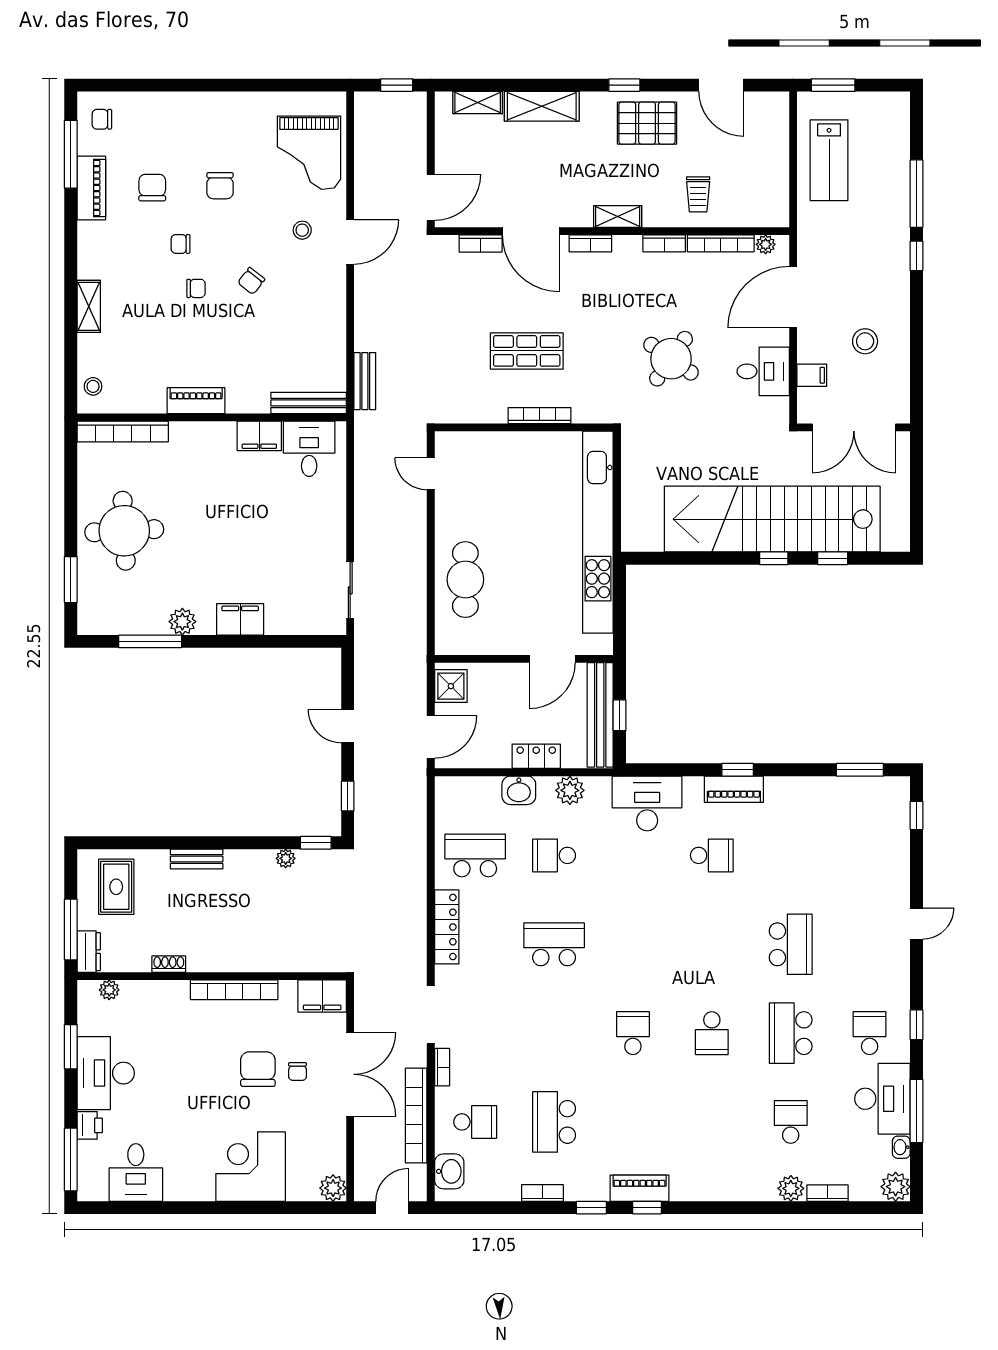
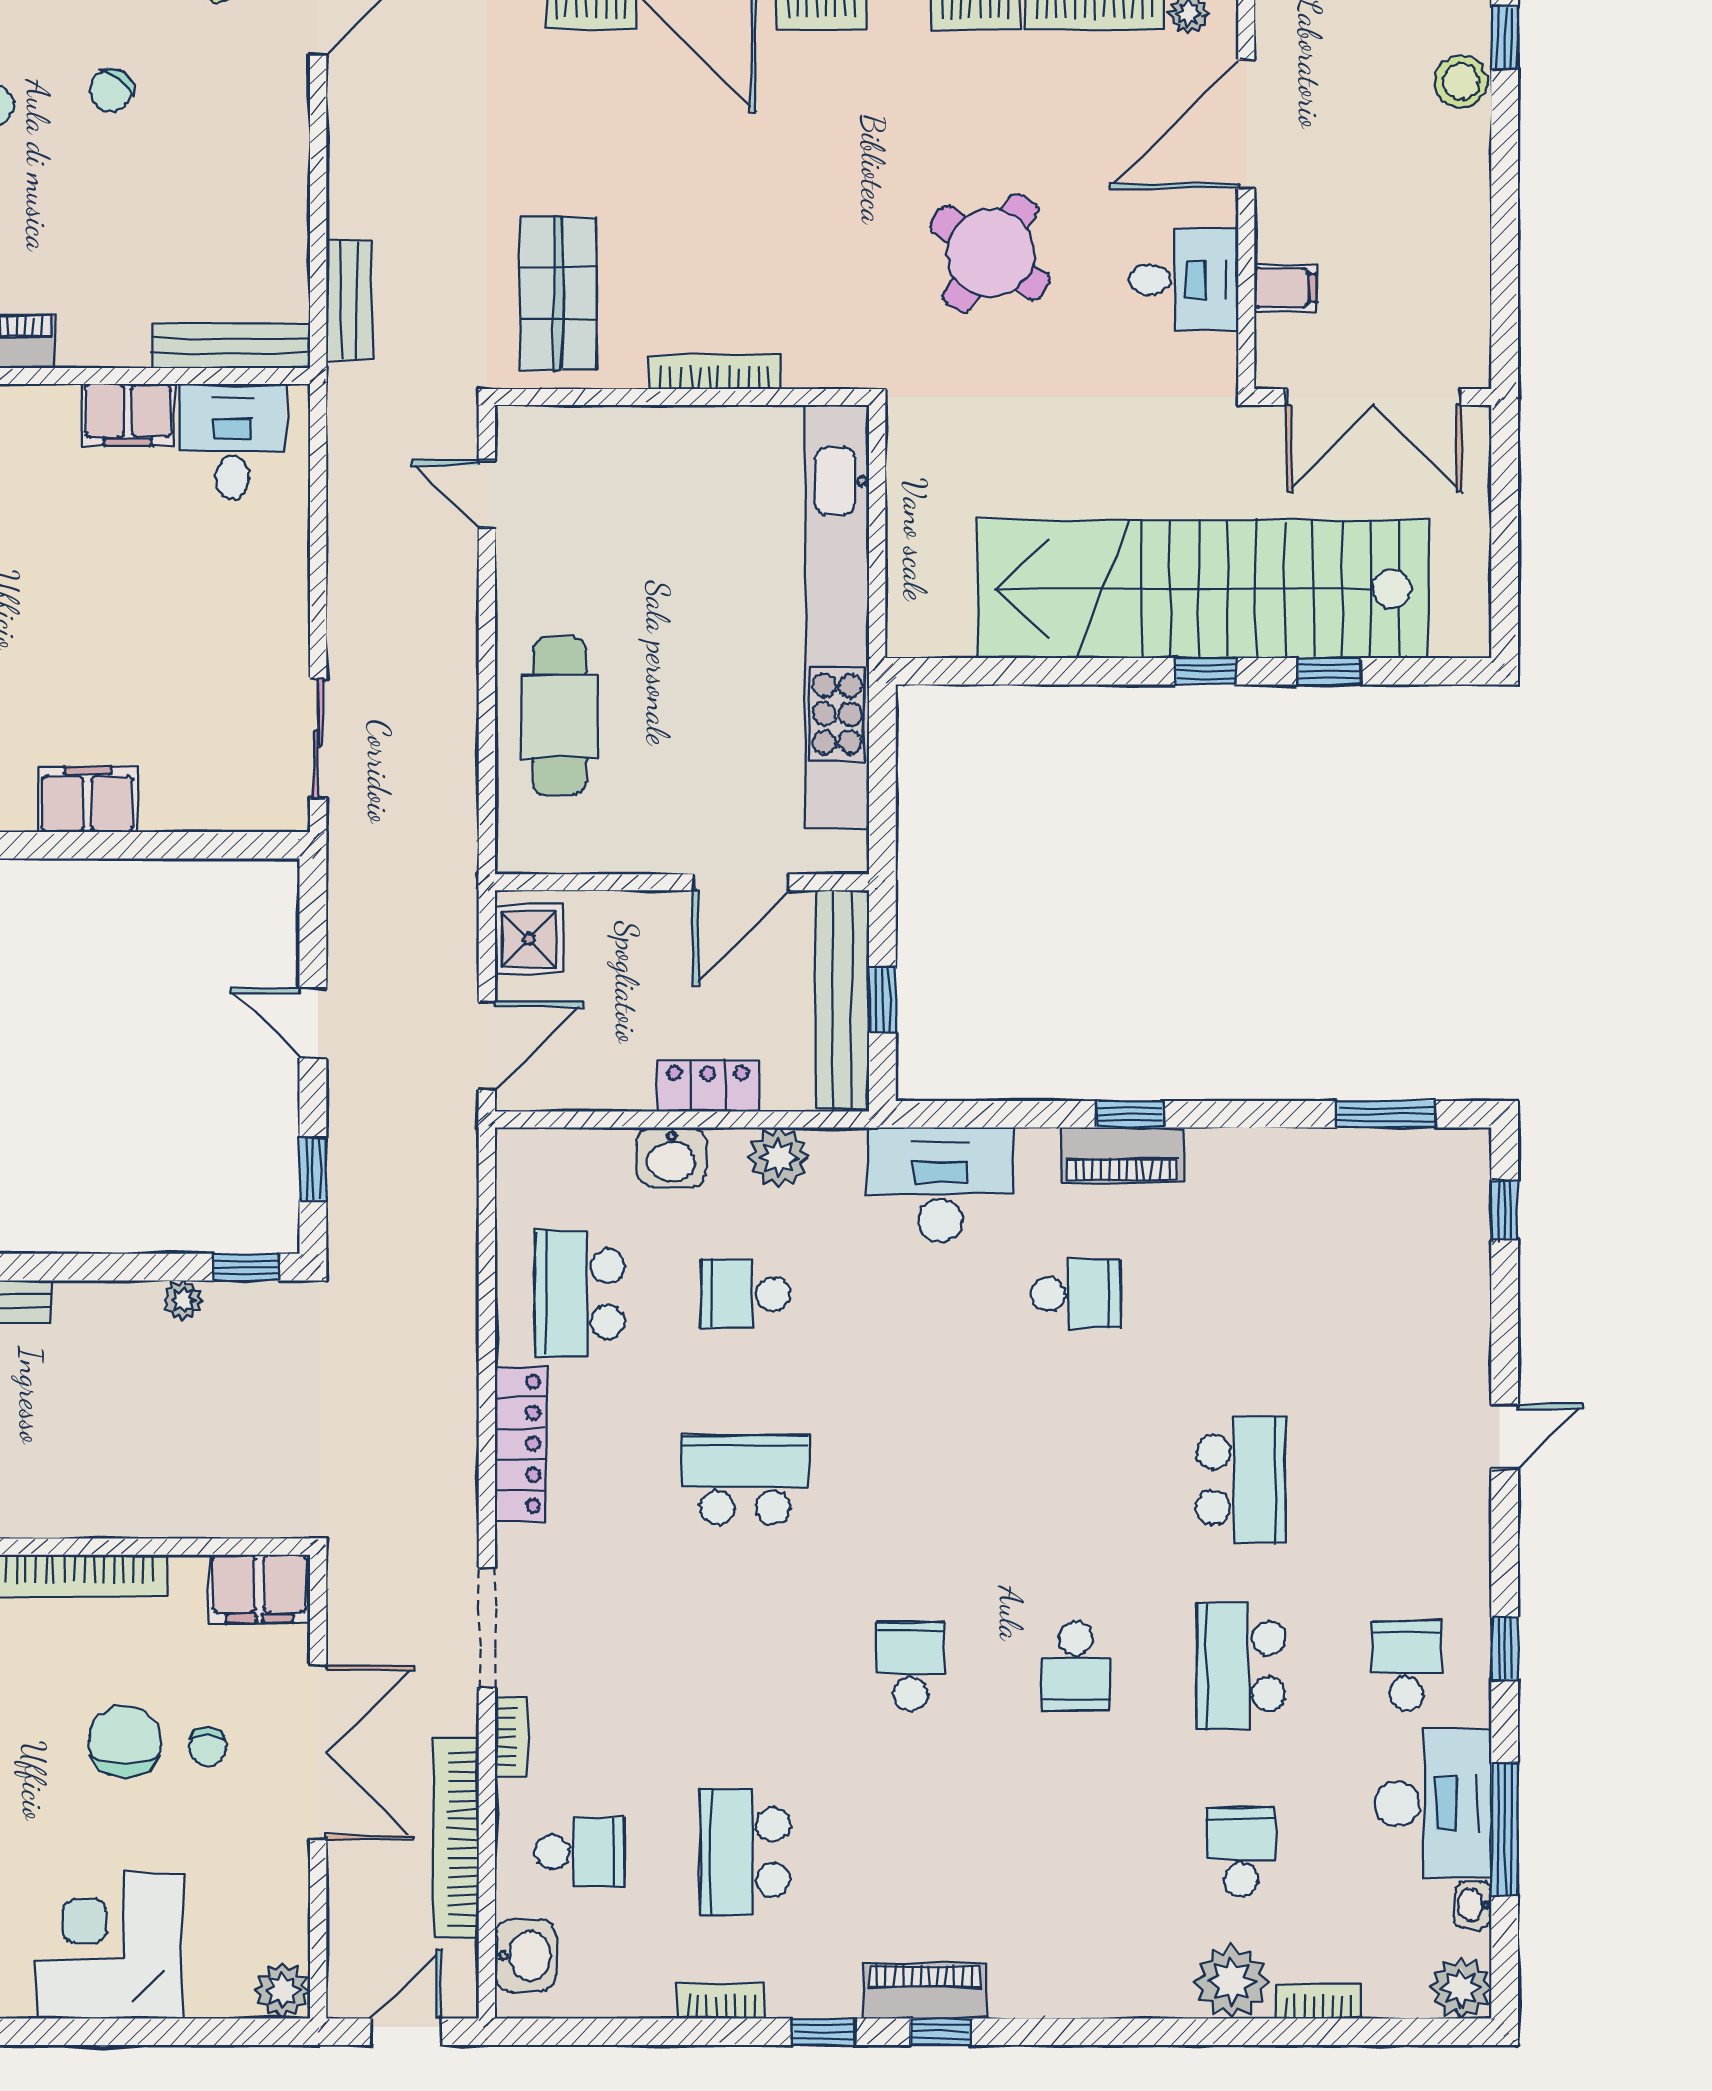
stool: (865, 341) -> (1461, 82), moved
shop shelf: (527, 351) -> (558, 293), moved, turned 90
school desk: (475, 855) -> (580, 1294), turned -90
plant: (791, 1188) -> (1231, 1982), width x1.36, depth x1.36

